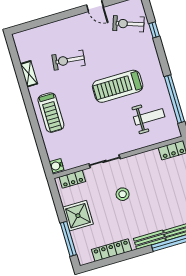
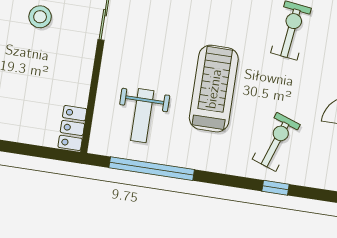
exercise bike: (128, 24) -> (276, 142), moved

